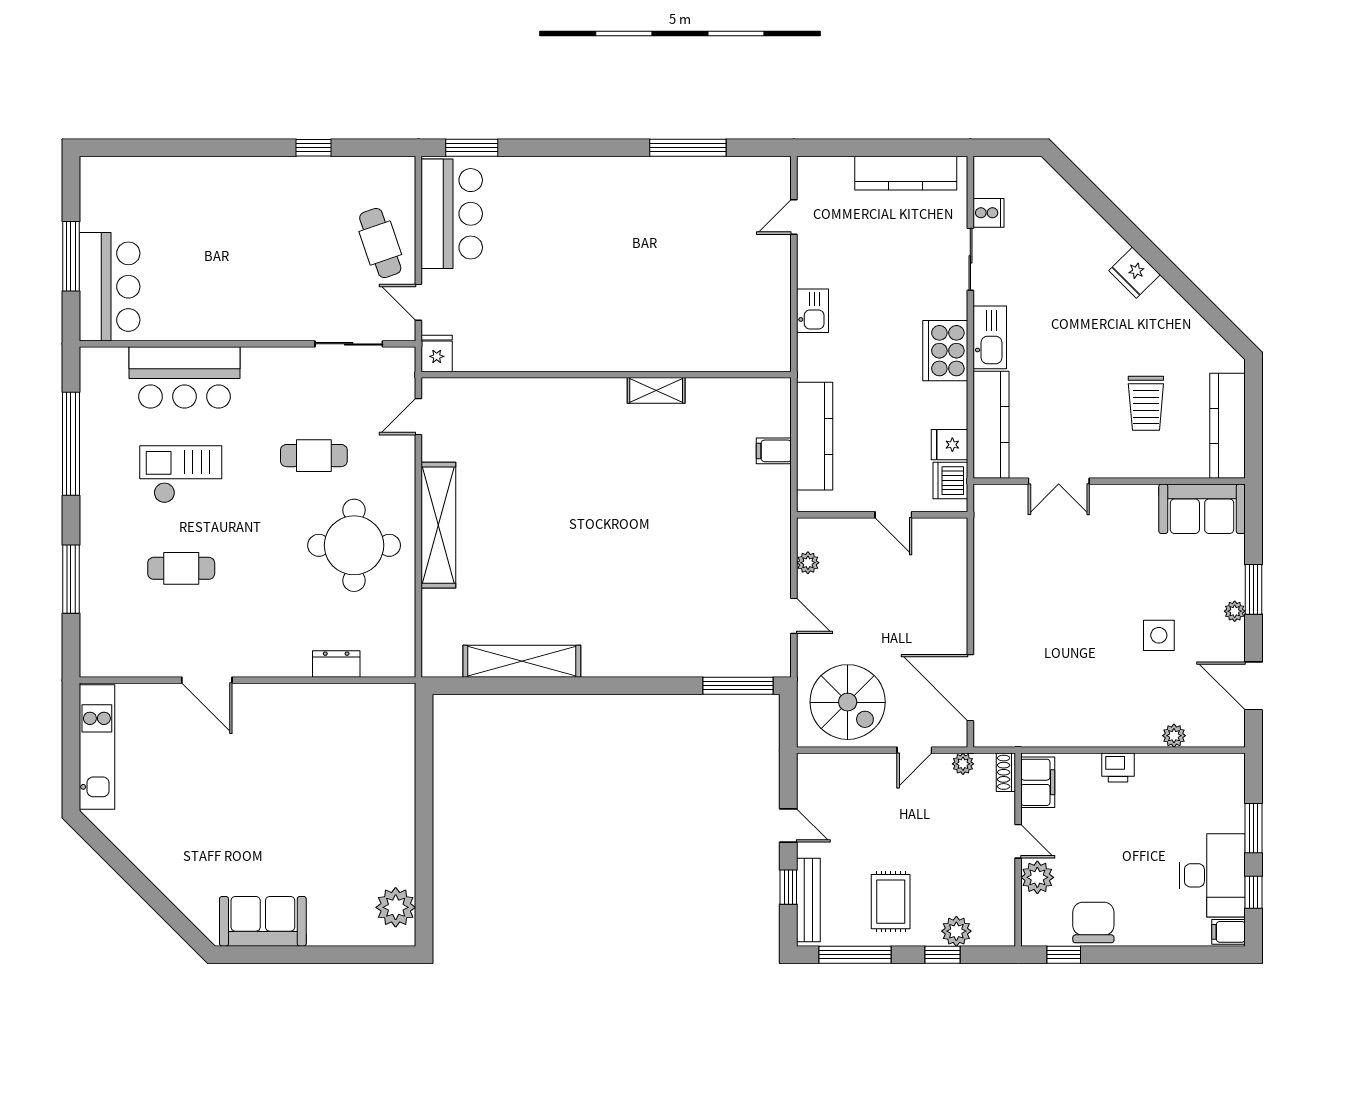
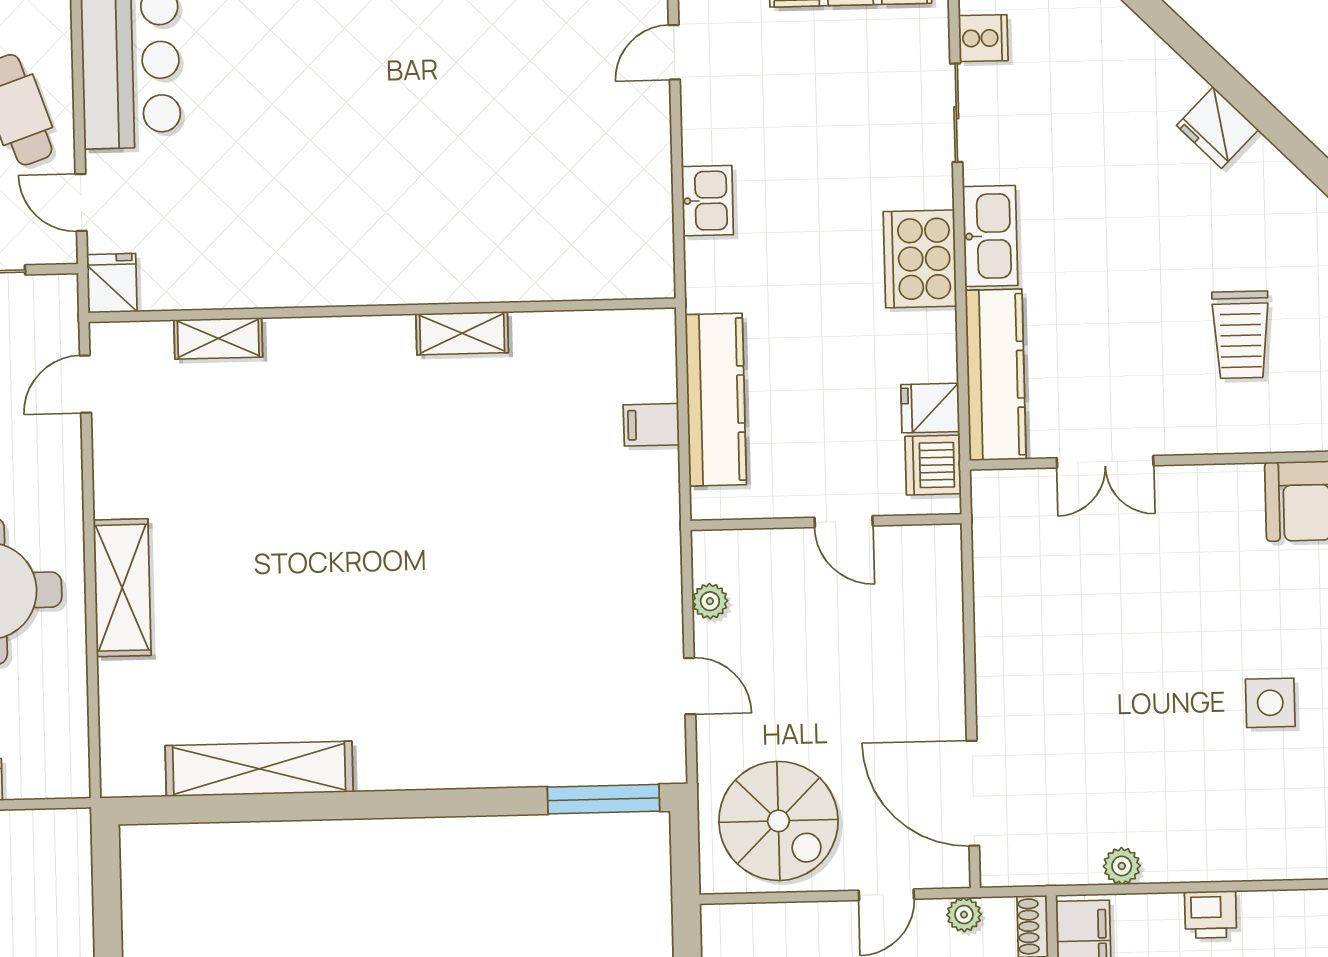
shelving: (503, 390) -> (218, 338), added
shelving: (438, 525) -> (122, 588), width x0.68
plant: (1174, 736) -> (1122, 866), moved

